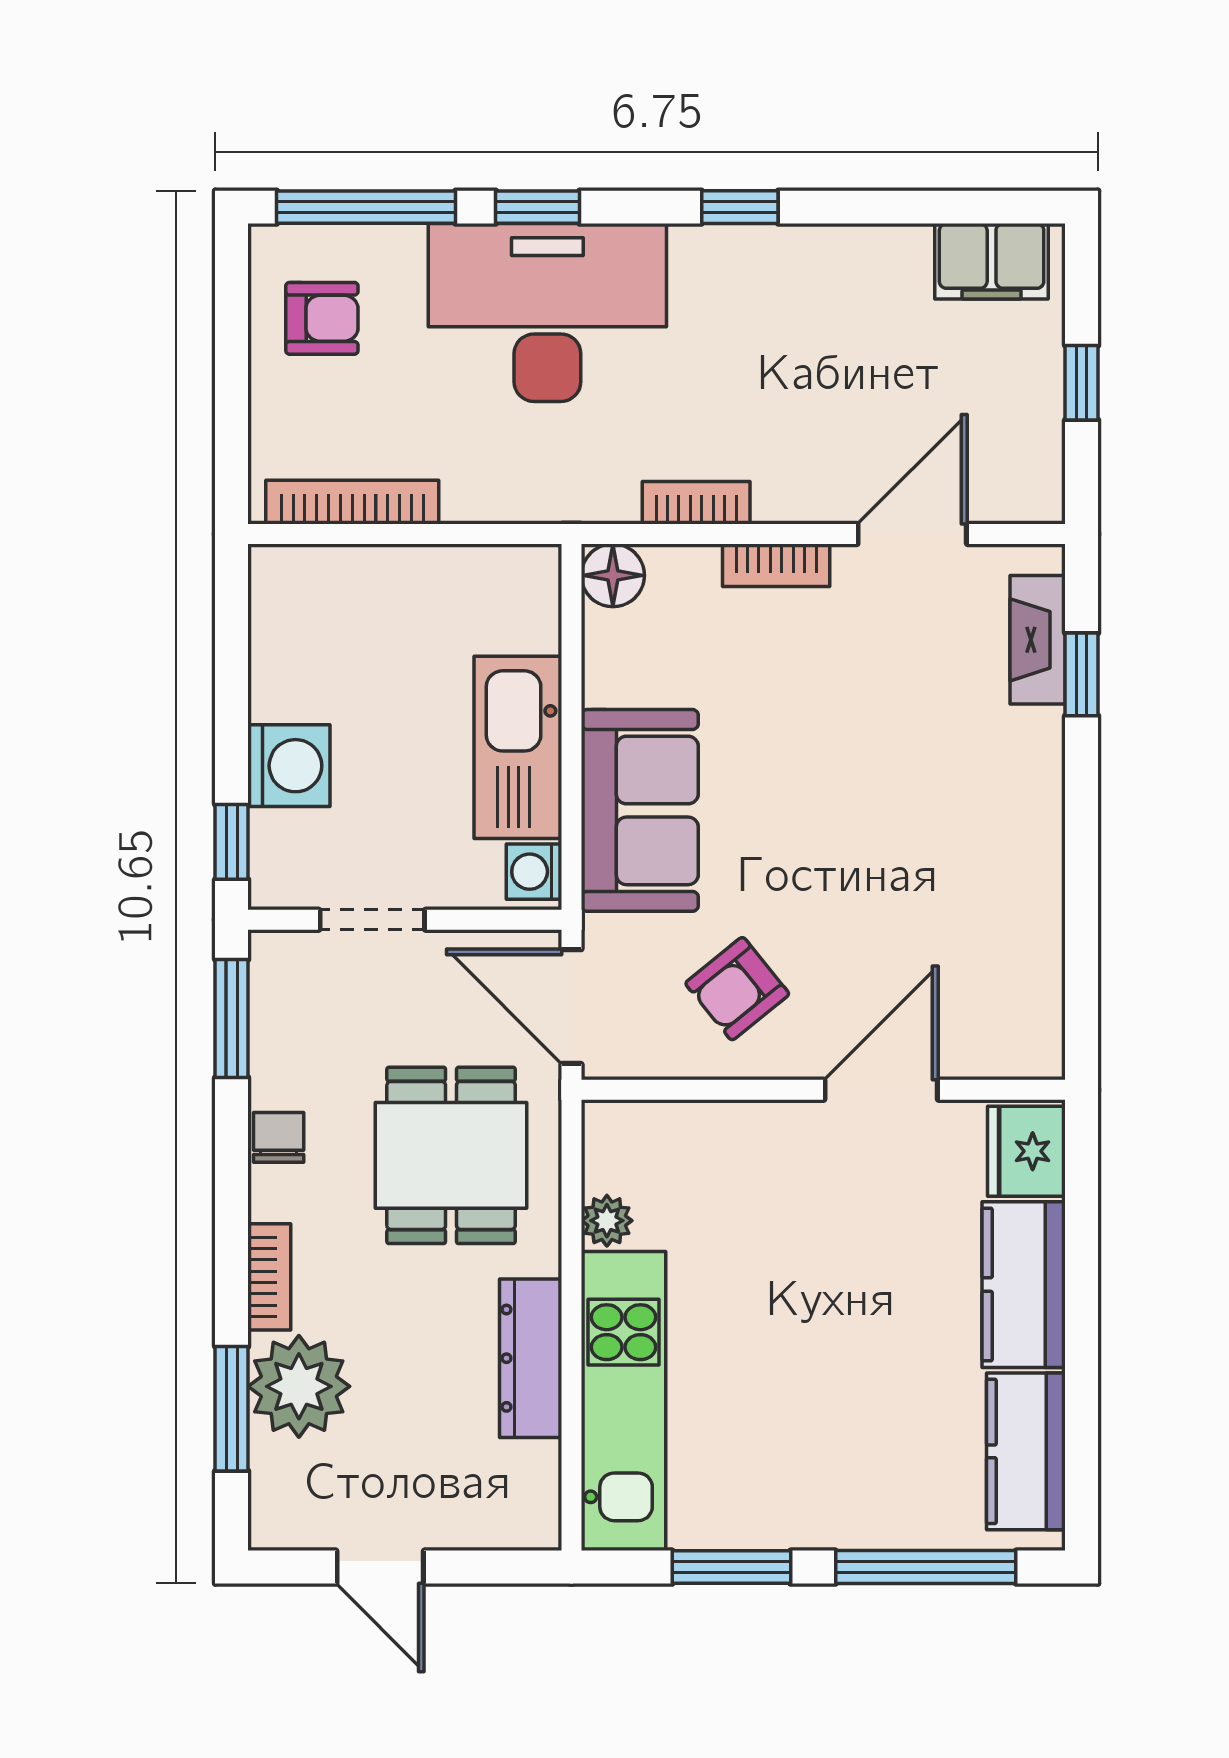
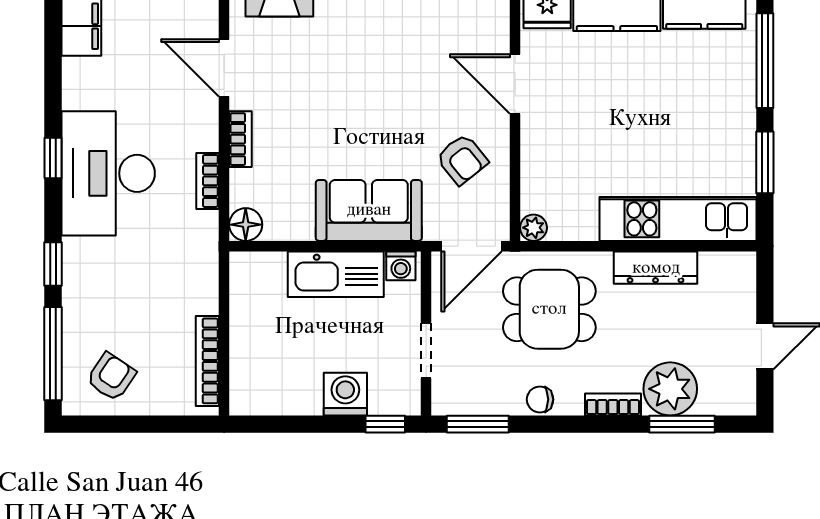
desk: (547, 313) -> (108, 173), moved
armchair: (322, 318) -> (111, 377), turned 34
plant: (607, 1221) -> (533, 228), moved

